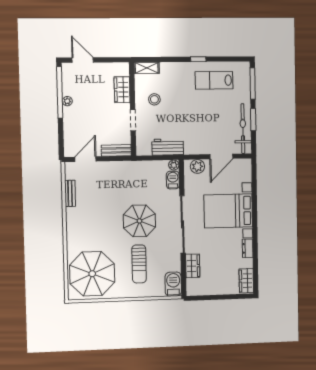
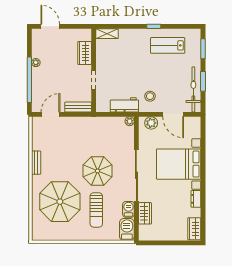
window: (253, 84) -> (203, 49), width x0.69
window: (60, 92) -> (29, 80), moved
stool: (154, 99) -> (150, 96), moved
door: (221, 156) -> (173, 114), hinge flipped
barbecue: (173, 180) -> (128, 209), moved
bench: (70, 193) -> (36, 163), moved
parasol: (92, 274) -> (60, 202), moved

